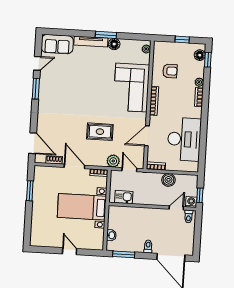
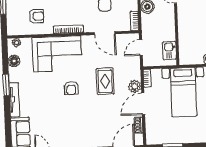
floor lamp: (114, 44) -> (14, 61), moved
armchair: (170, 71) -> (36, 16), turned 90
armchair: (97, 98) -> (71, 88), added
plant: (113, 161) -> (135, 86), moved

